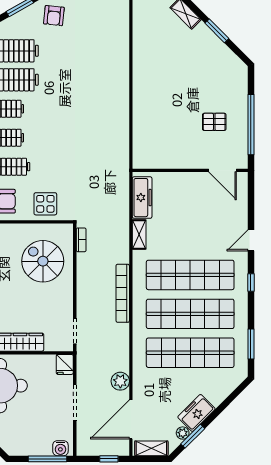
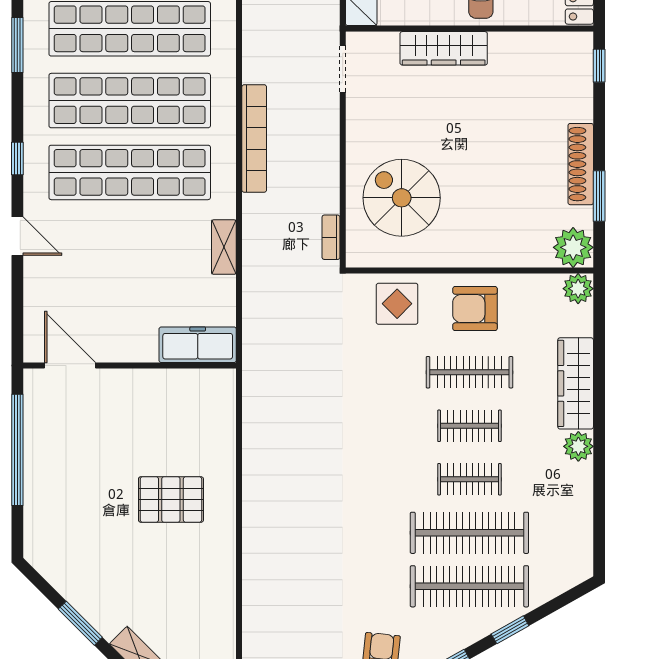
pallet: (214, 122) -> (171, 499), moved, width x1.50, depth x1.42
freezer: (142, 198) -> (198, 345), moved, turned 90
door: (251, 240) -> (17, 236), hinge flipped
spiral stairs: (43, 261) -> (402, 198), turned 180

